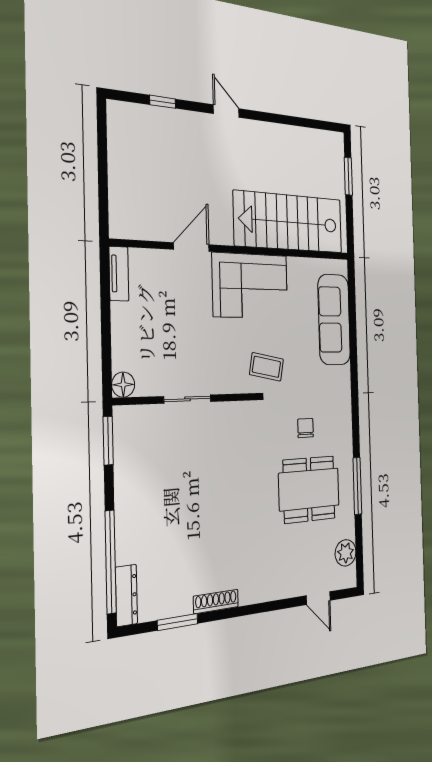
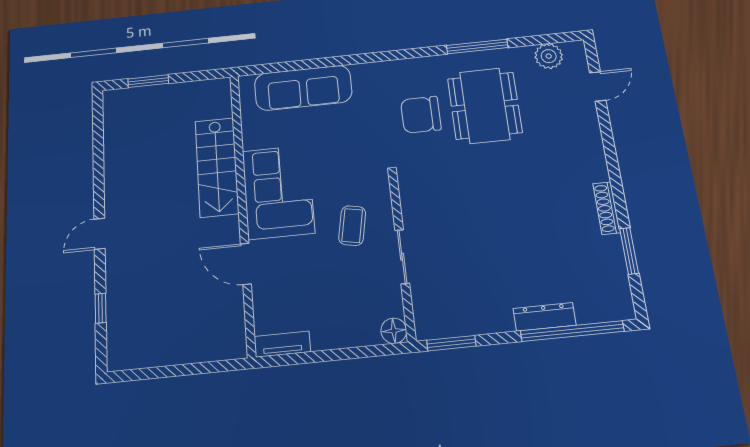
stairs: (289, 222) -> (217, 167), width x0.73, depth x0.66
coffee table: (266, 367) -> (352, 226), moved
chair: (305, 428) -> (421, 115), width x1.87, depth x1.87
dresser: (126, 595) -> (545, 317), moved

